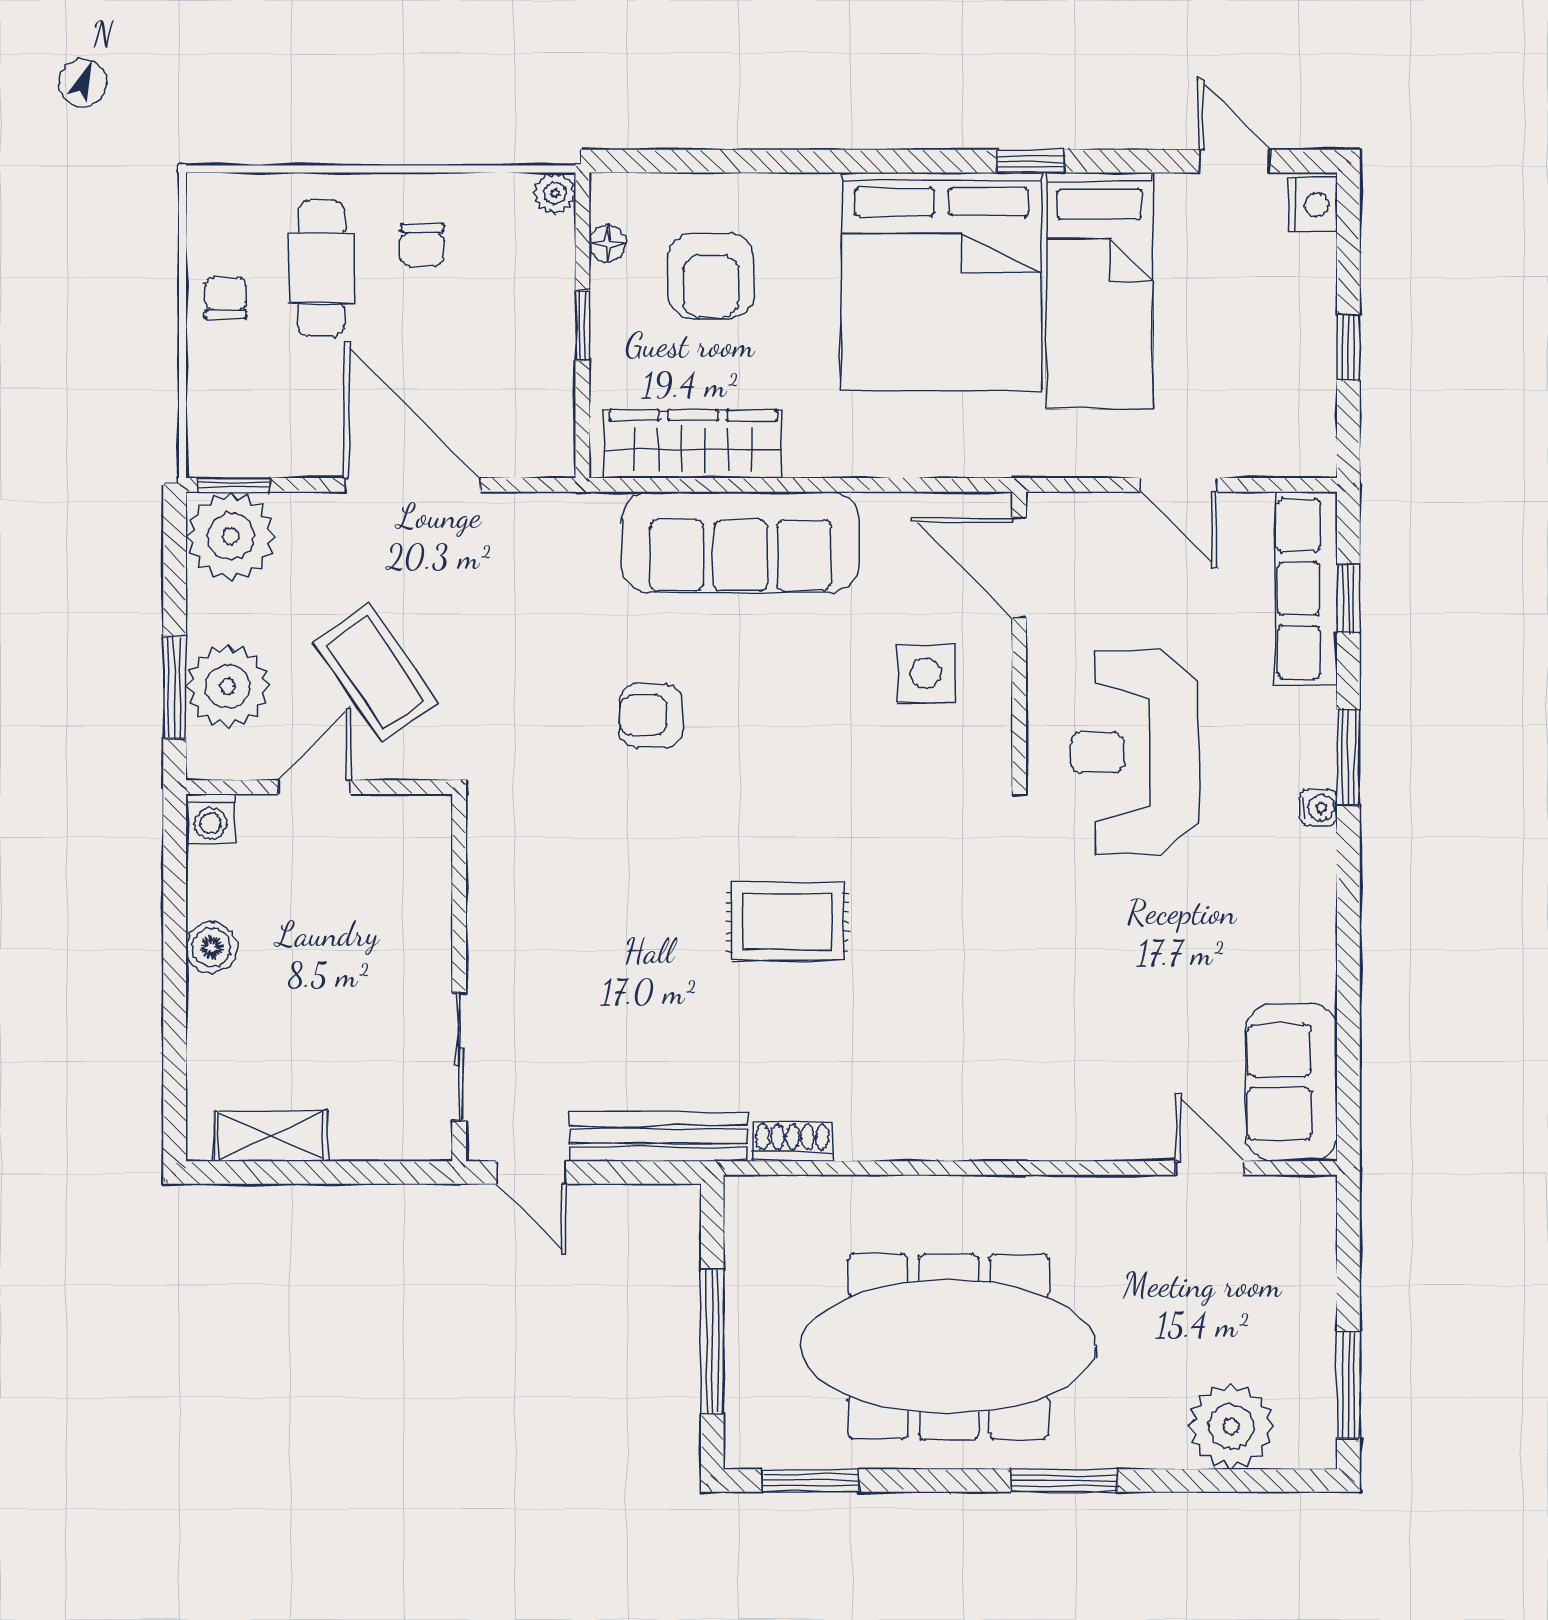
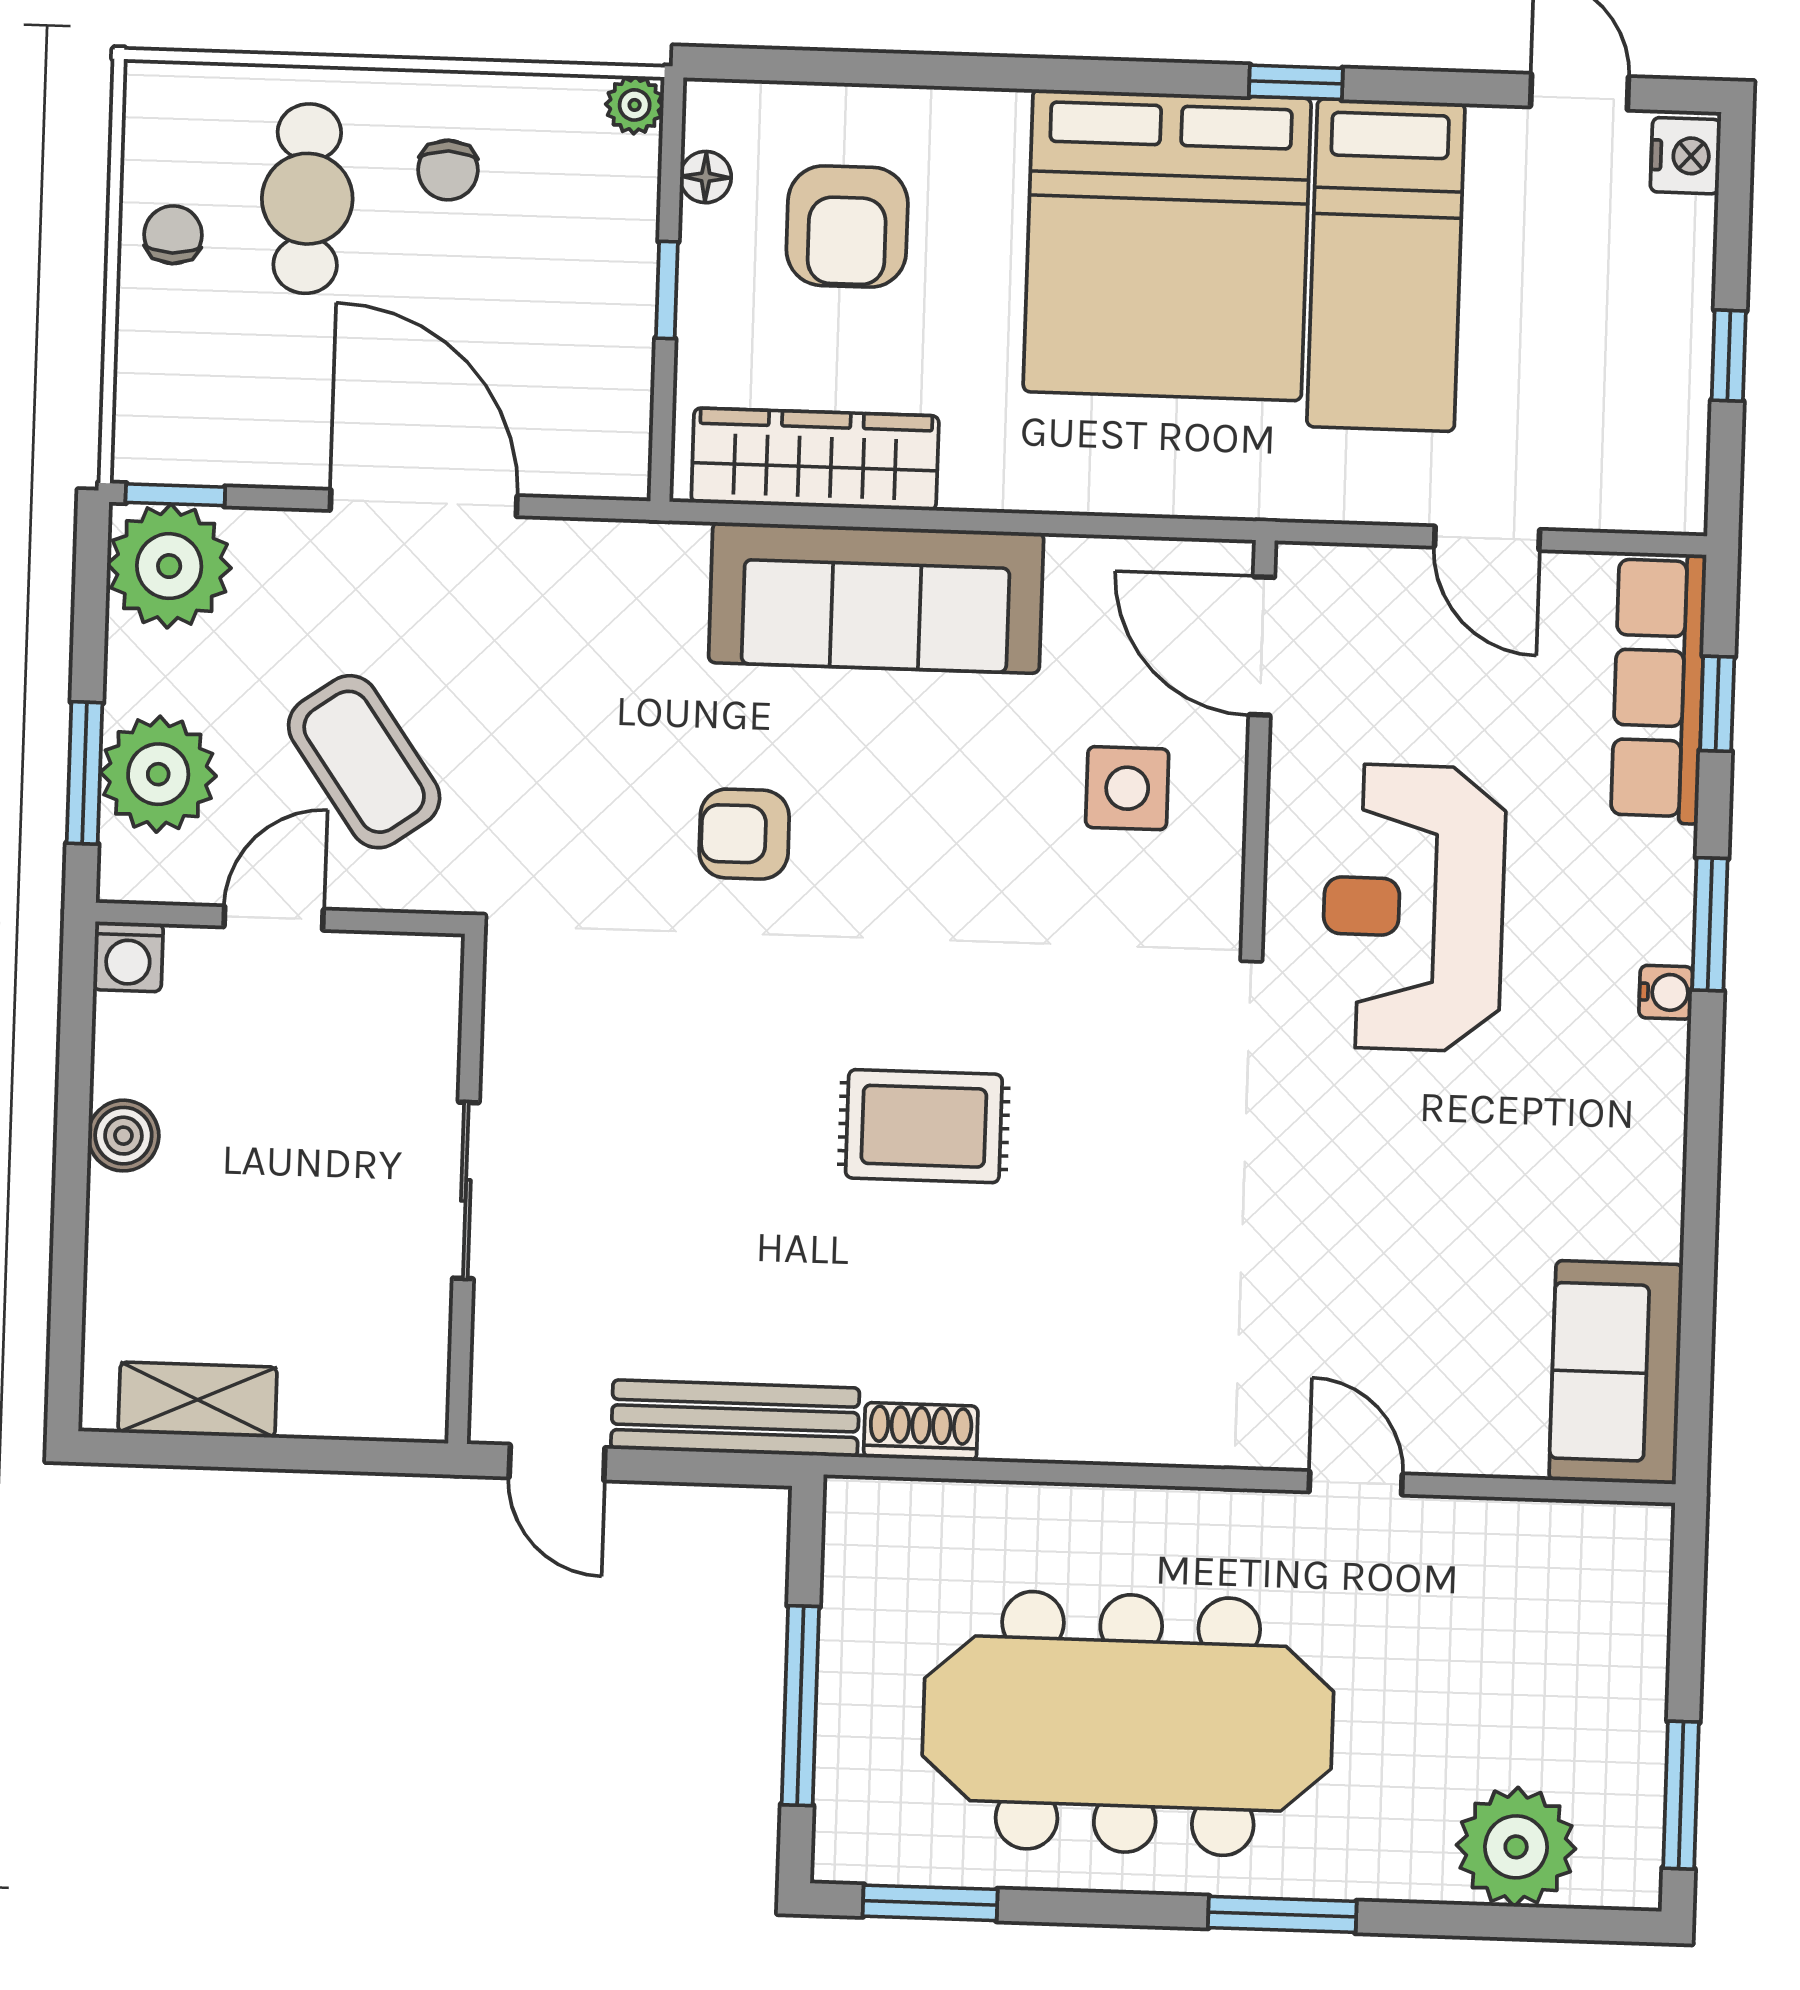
sliding door: (459, 1057) -> (466, 1190), moved
door: (1209, 1168) -> (1356, 1483), moved

